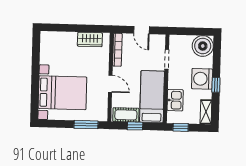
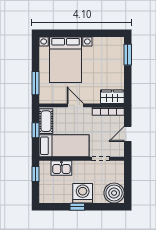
window: (59, 28) -> (128, 55), added
wardrobe: (90, 39) -> (112, 97), moved, turned 90
door: (110, 84) -> (75, 105), swing flipped
shelving: (206, 112) -> (51, 198), removed

